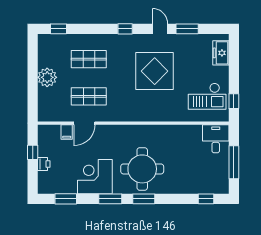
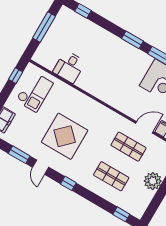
checkout: (207, 96) -> (35, 92), turned 90
desk: (216, 139) -> (69, 67), moved
round table: (142, 169) -> (120, 64), removed

